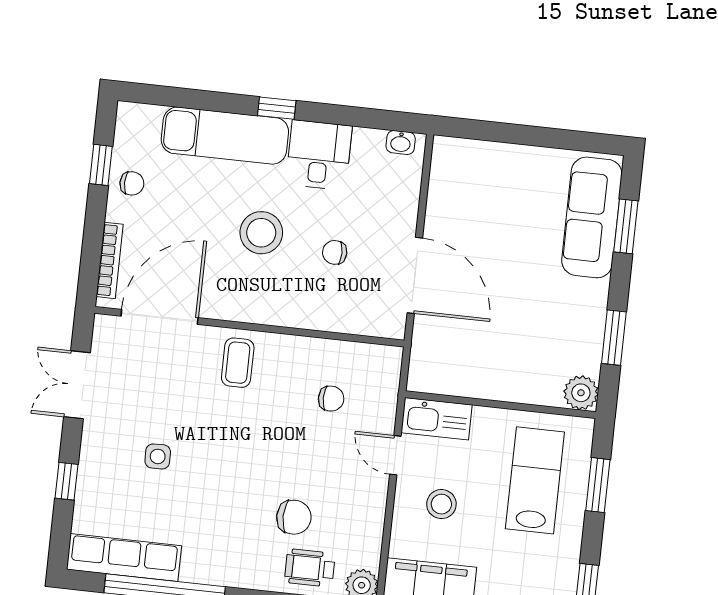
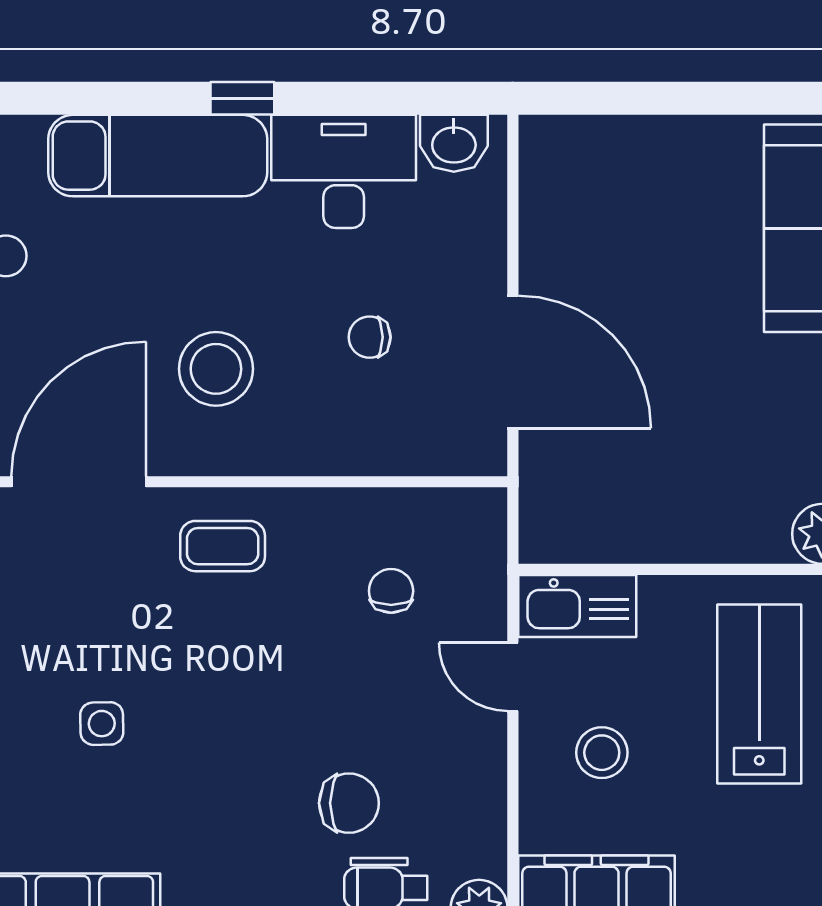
washbasin: (401, 142) -> (454, 143), width x1.38, depth x1.45
desk: (319, 155) -> (344, 171), width x1.37
stool: (261, 233) -> (216, 369), moved
coffee table: (238, 363) -> (223, 546), turned 90
chair: (331, 399) -> (391, 591), turned -90

